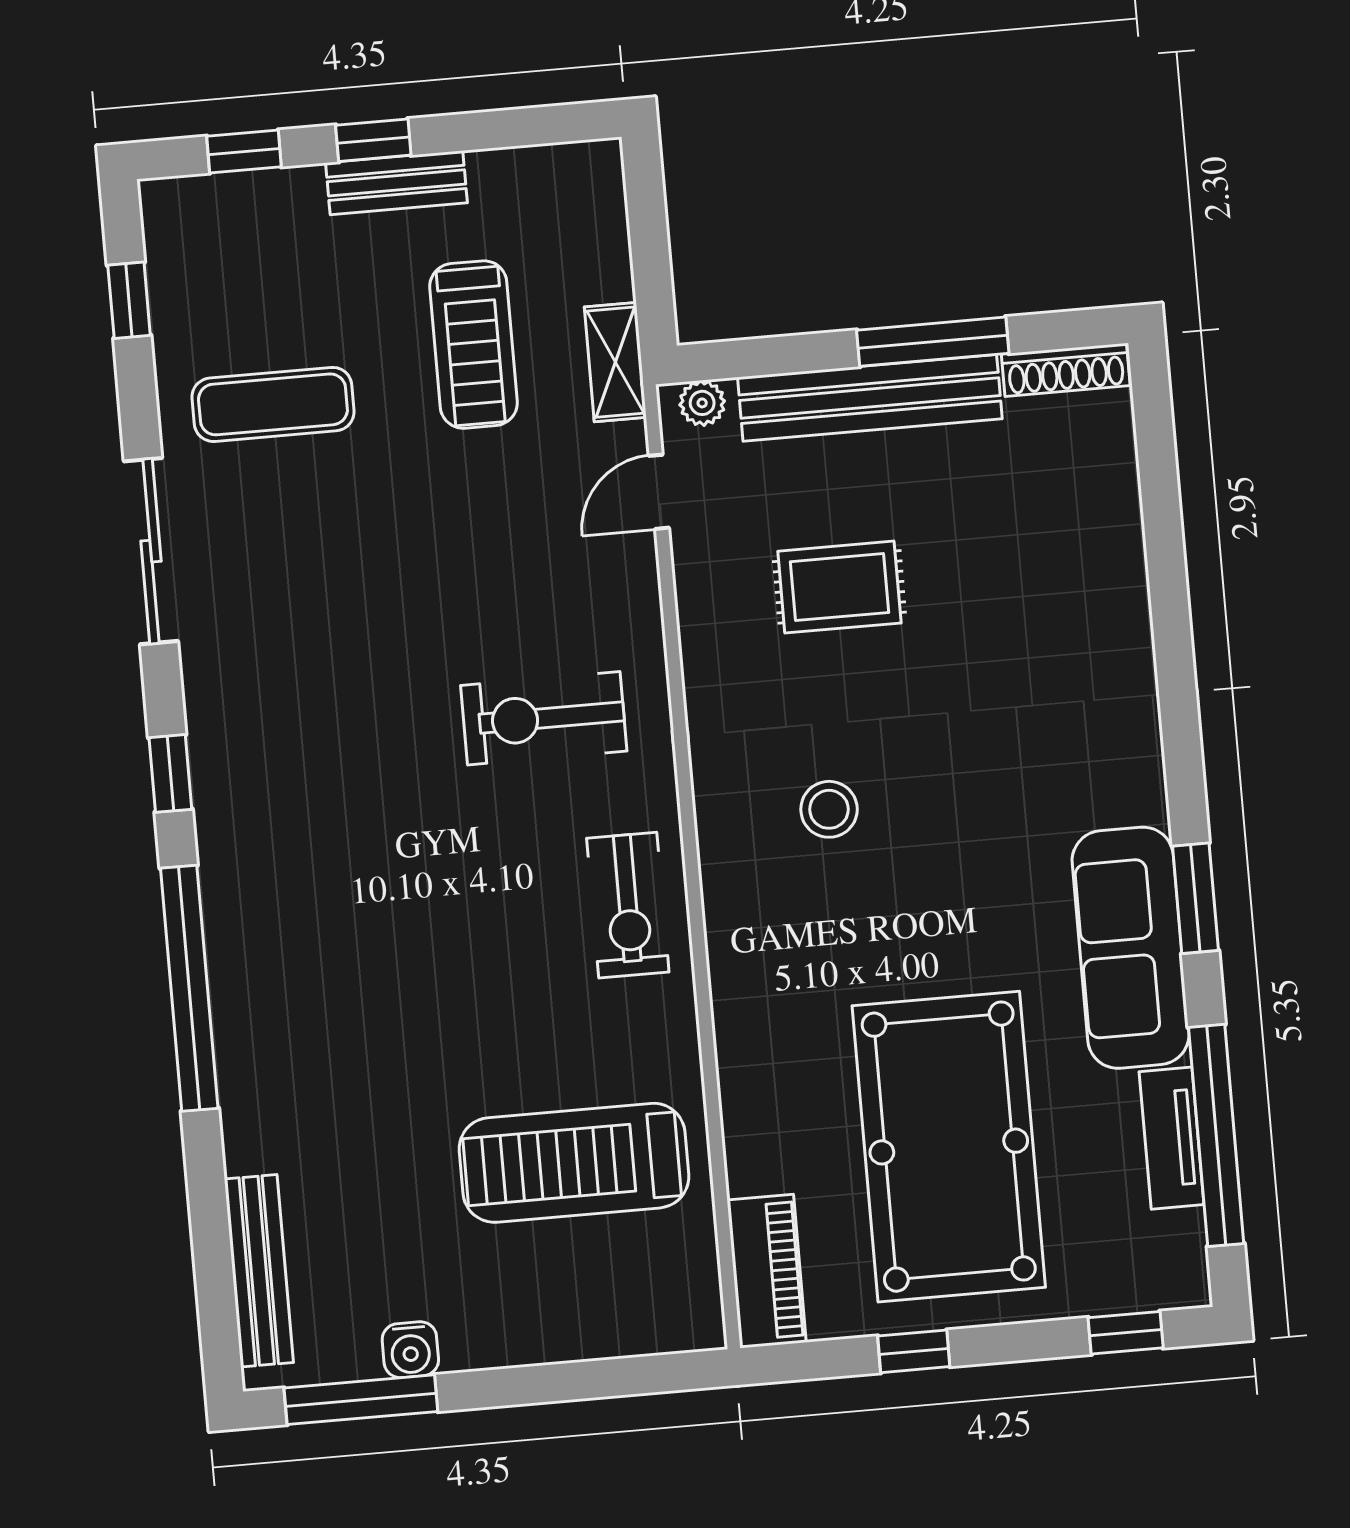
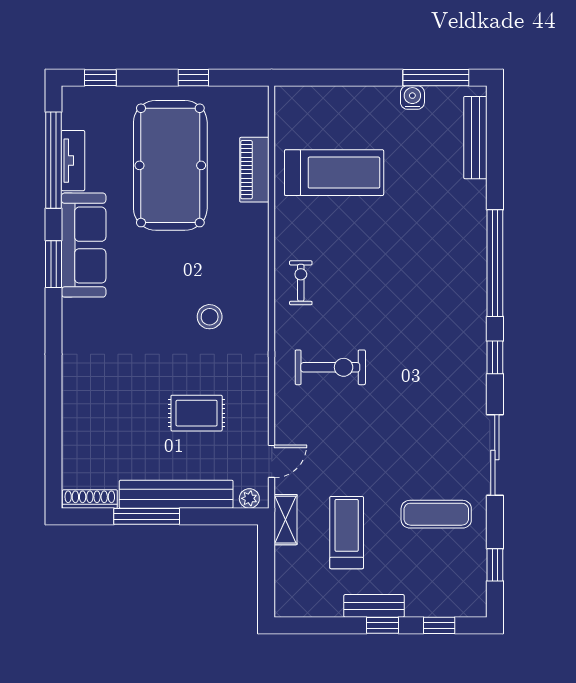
exercise bike: (628, 905) -> (301, 283), width x0.73, depth x0.72
piano: (767, 1271) -> (254, 170), moved

